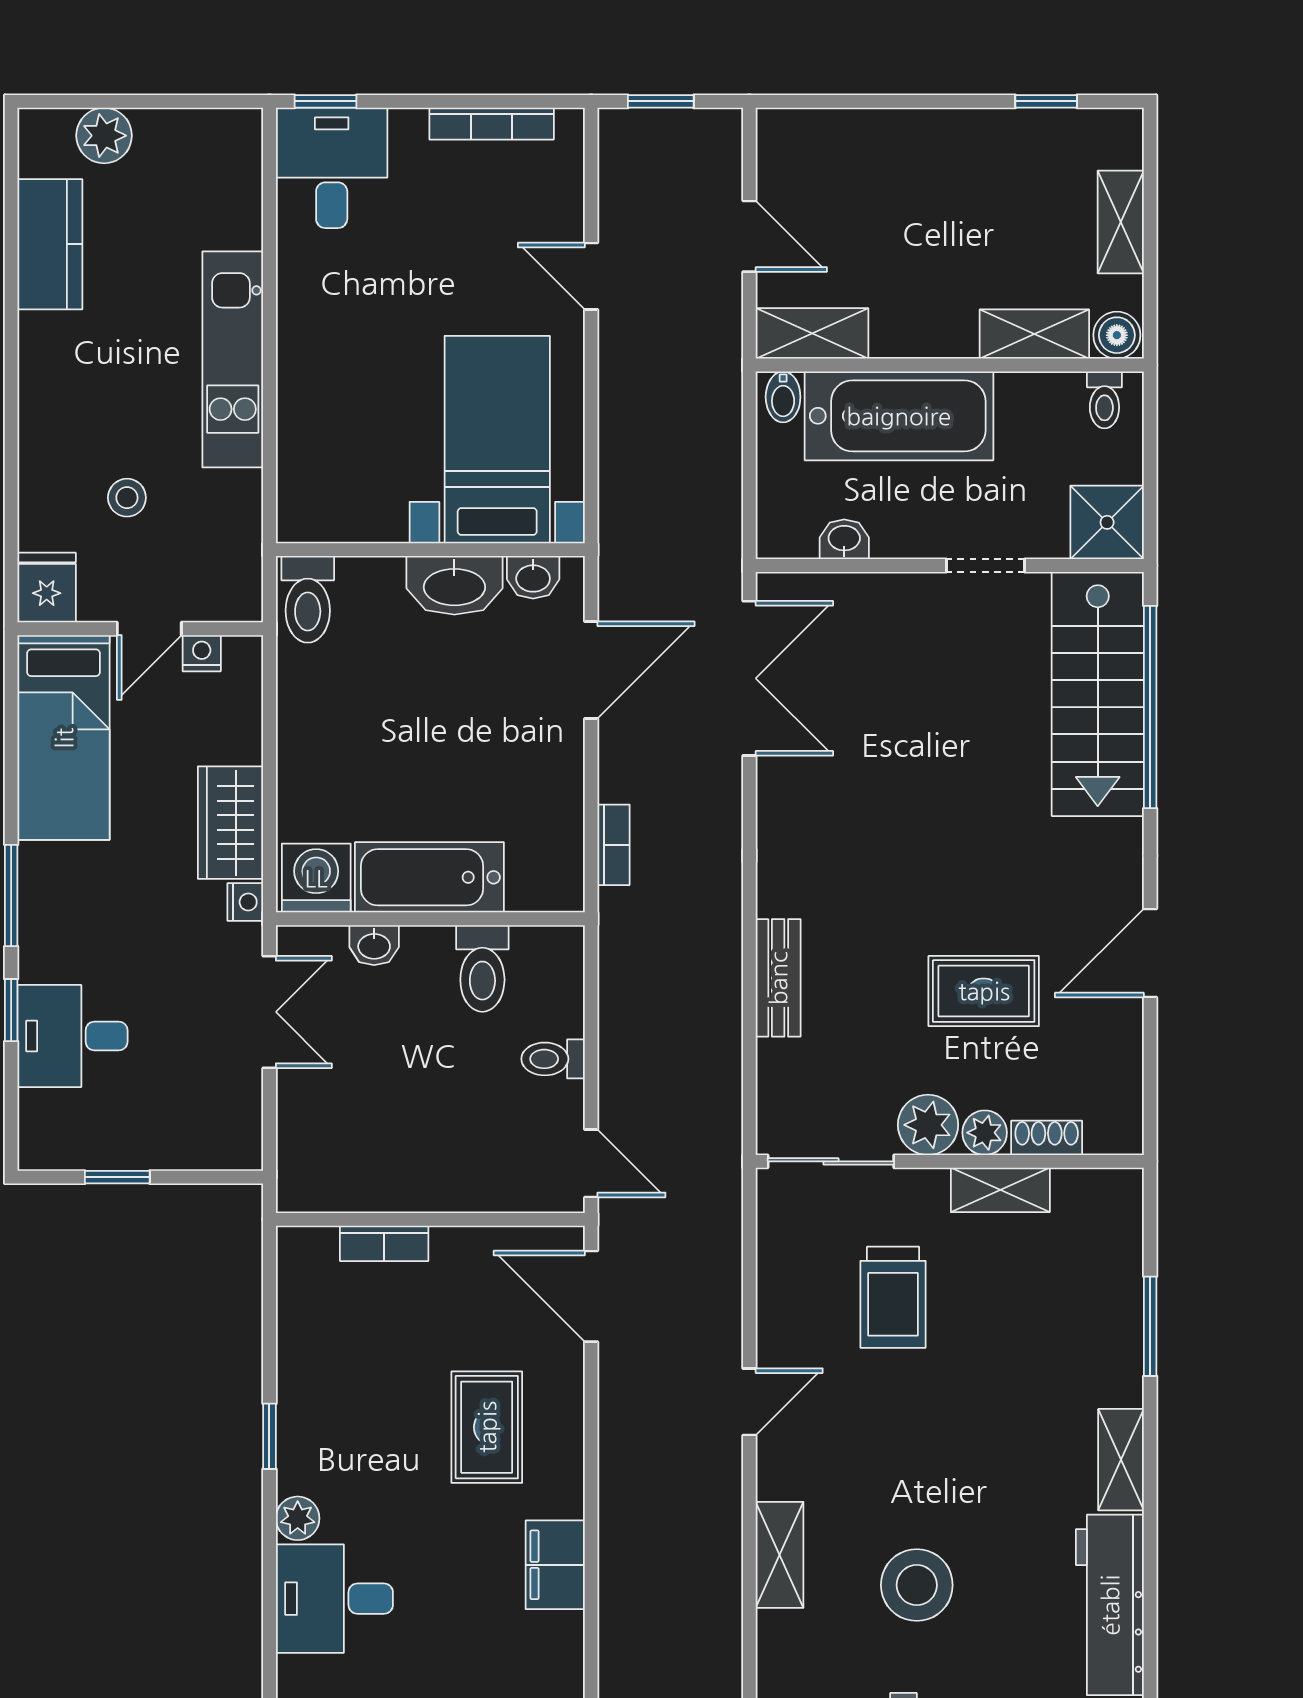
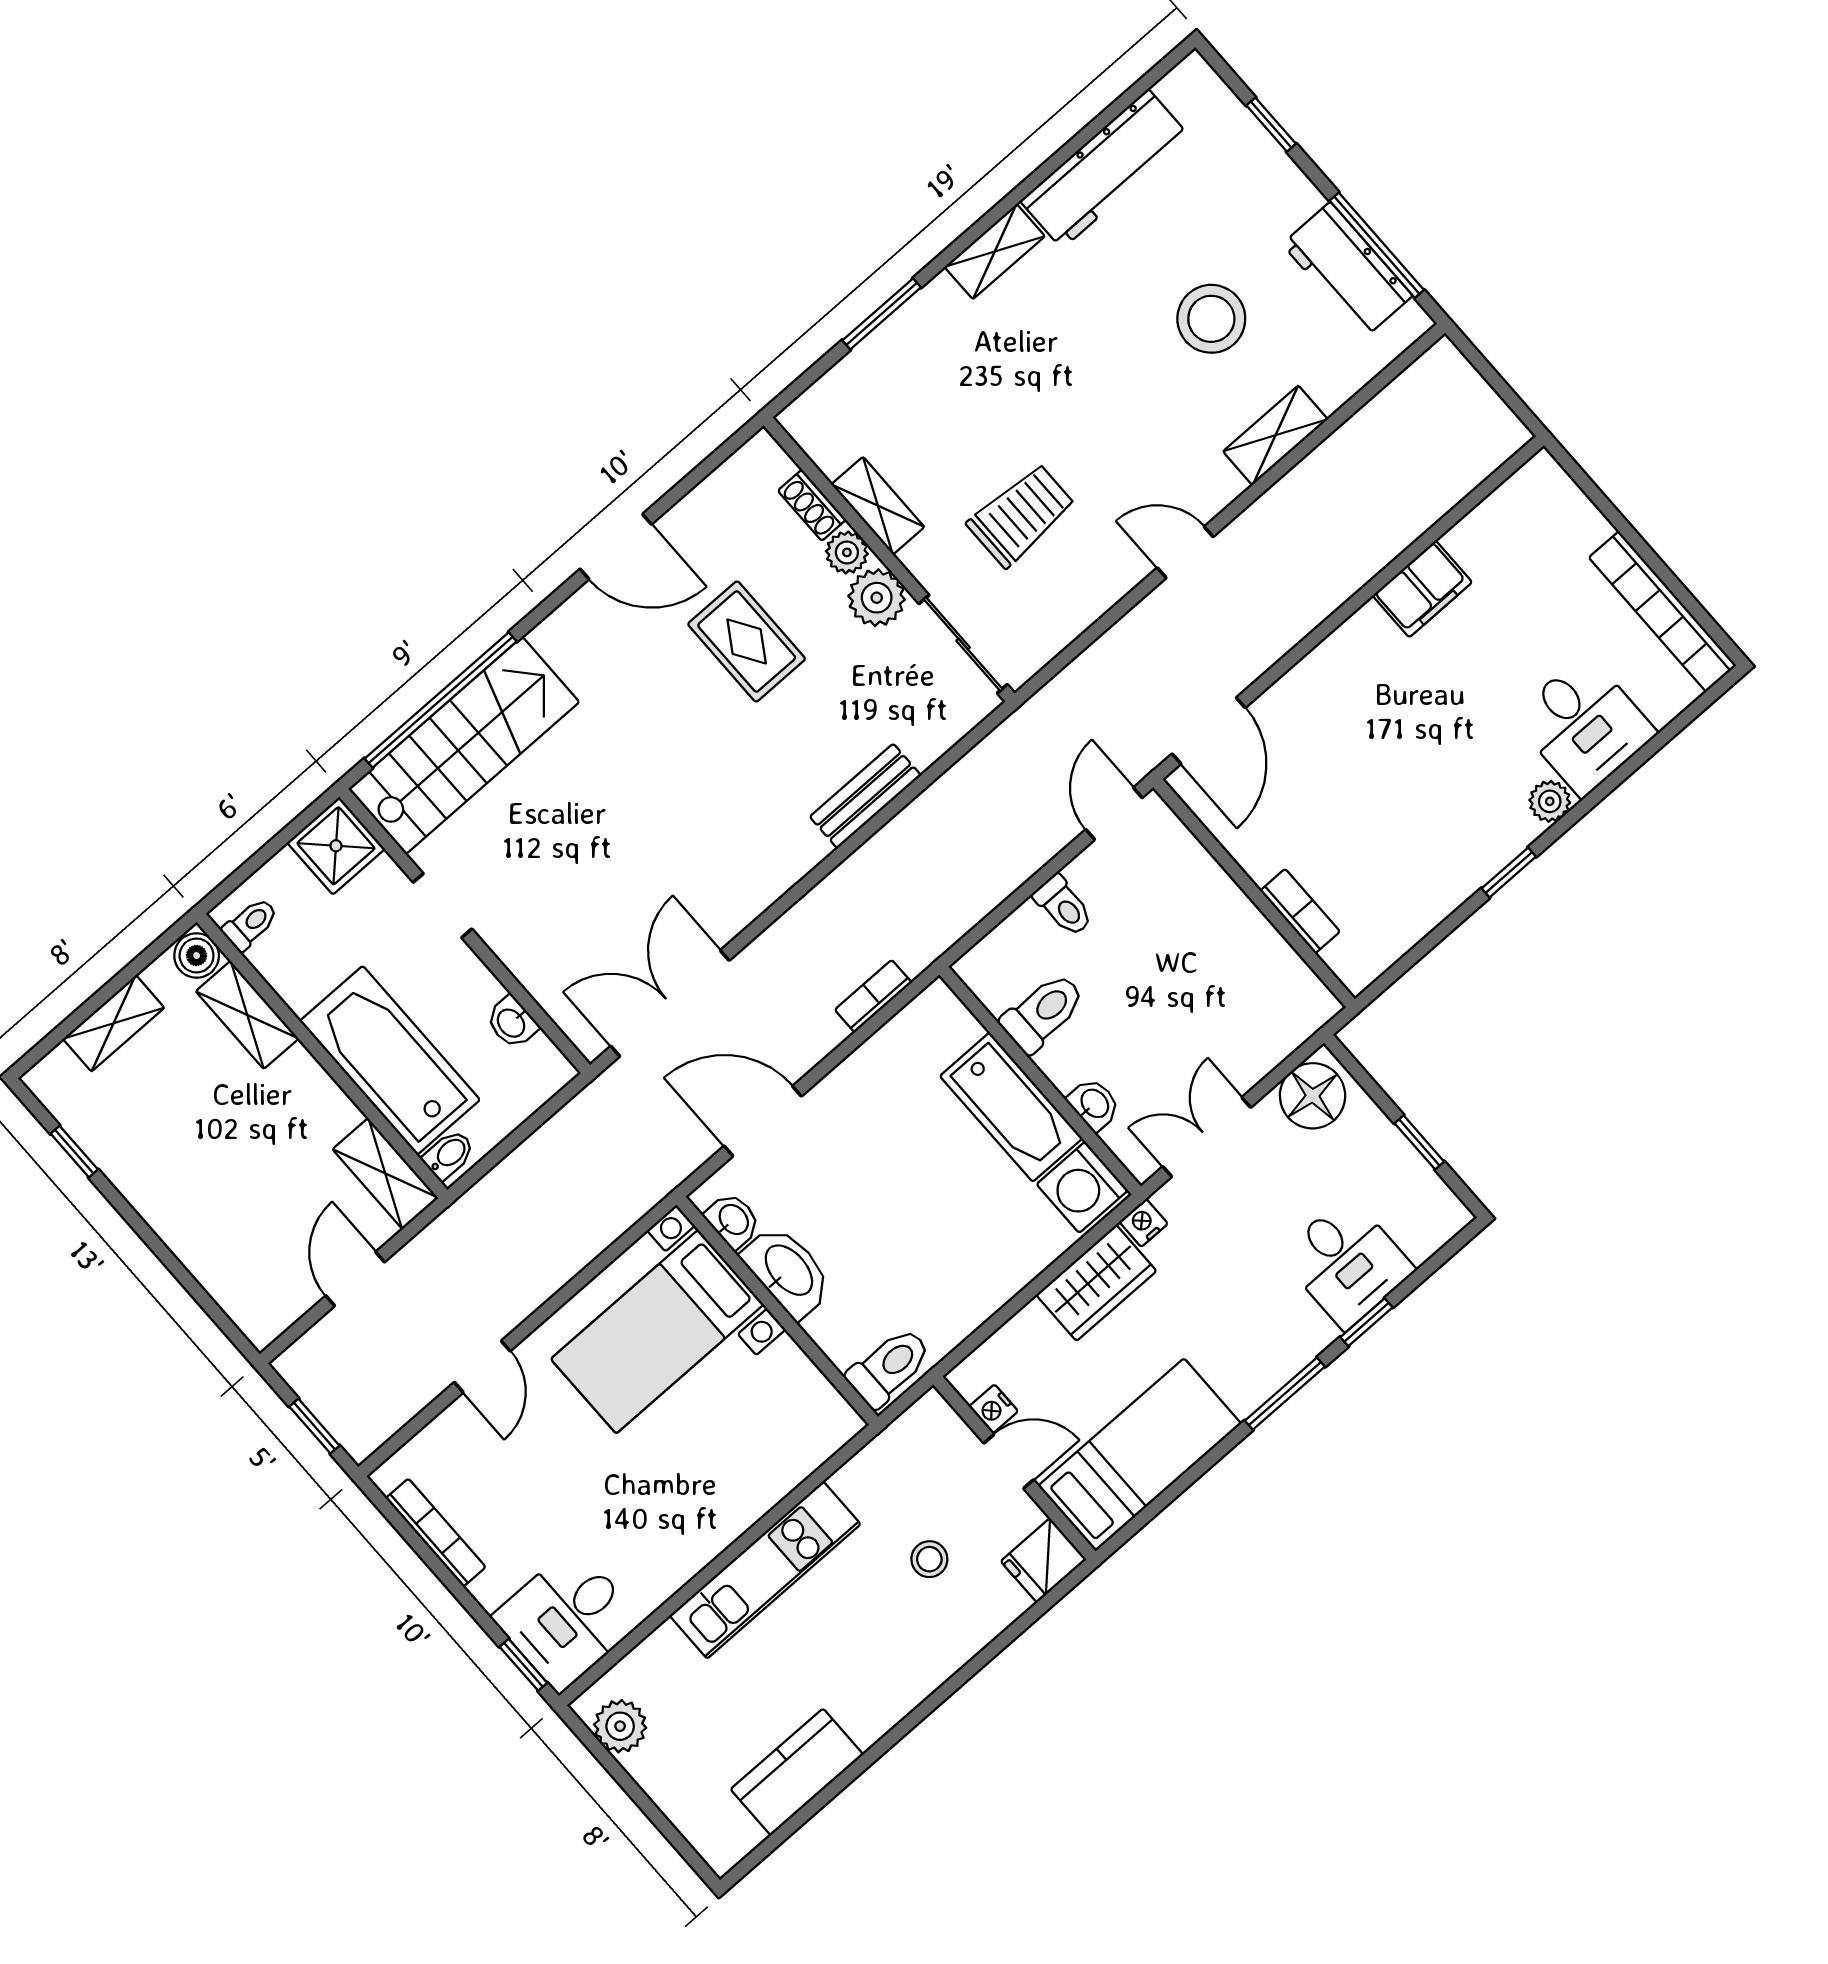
plant: (104, 136) -> (620, 1726), moved
floor lamp: (229, 1125) -> (1313, 1096), added
rug: (487, 1427) -> (1367, 723), removed

